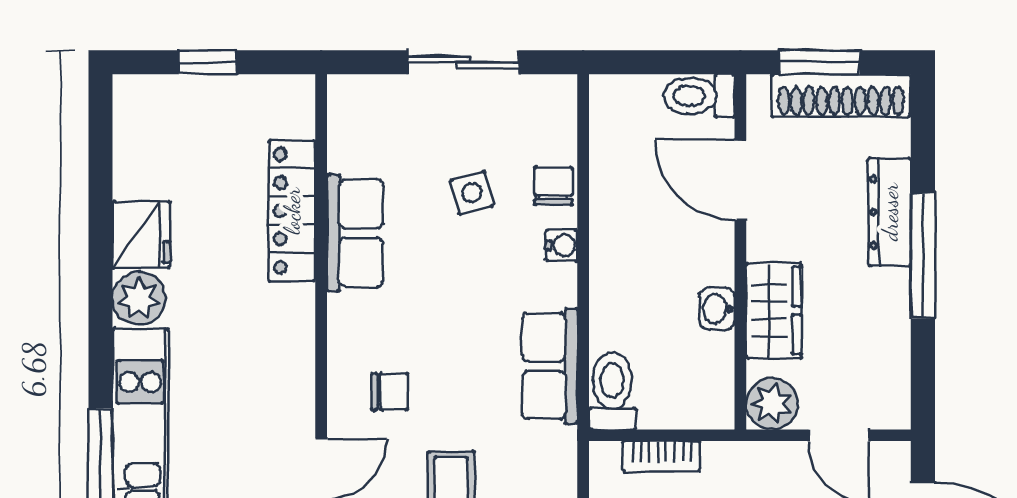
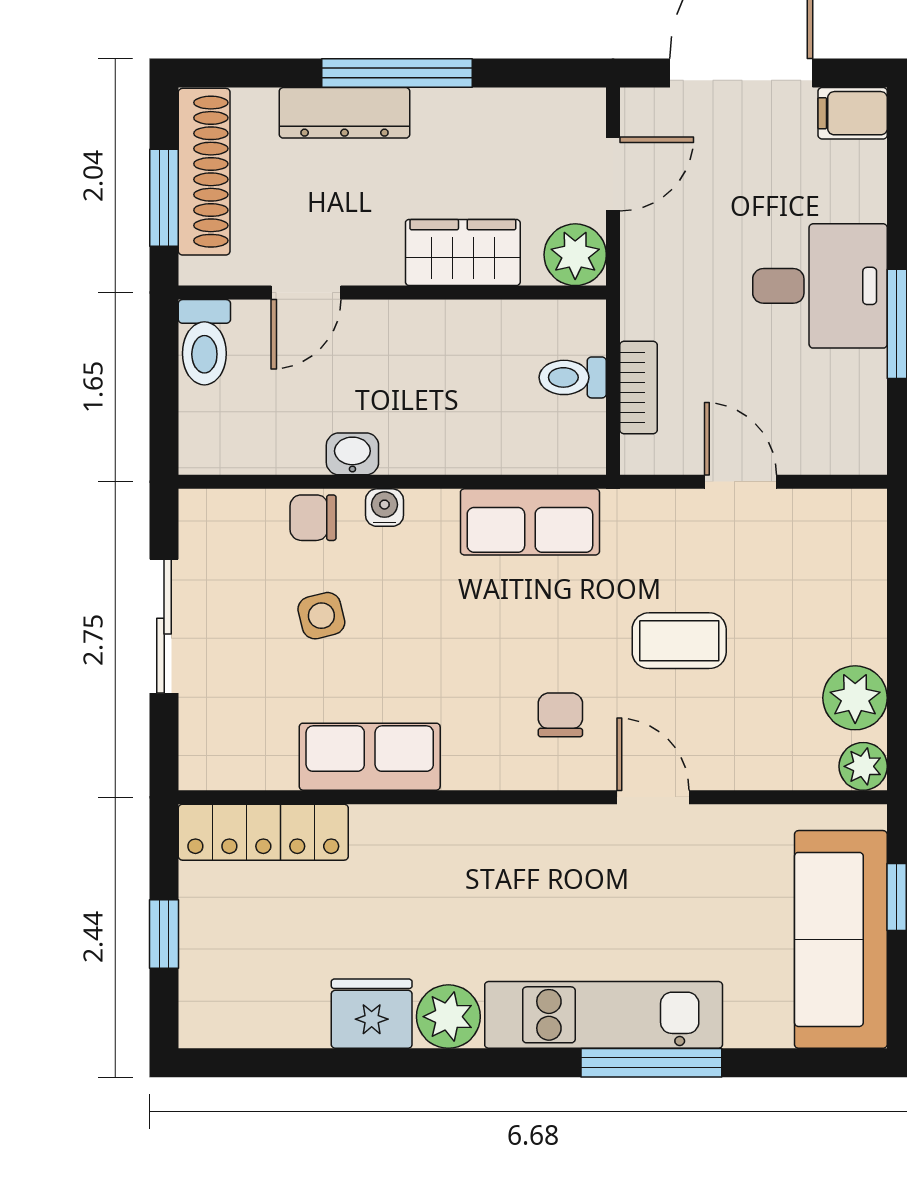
door: (740, 180) -> (306, 293), width x0.73
locker: (292, 211) -> (263, 832), moved
washbasin: (717, 309) -> (352, 454), moved, turned 180
toilet: (612, 391) -> (573, 377), moved, width x0.73, depth x0.72

